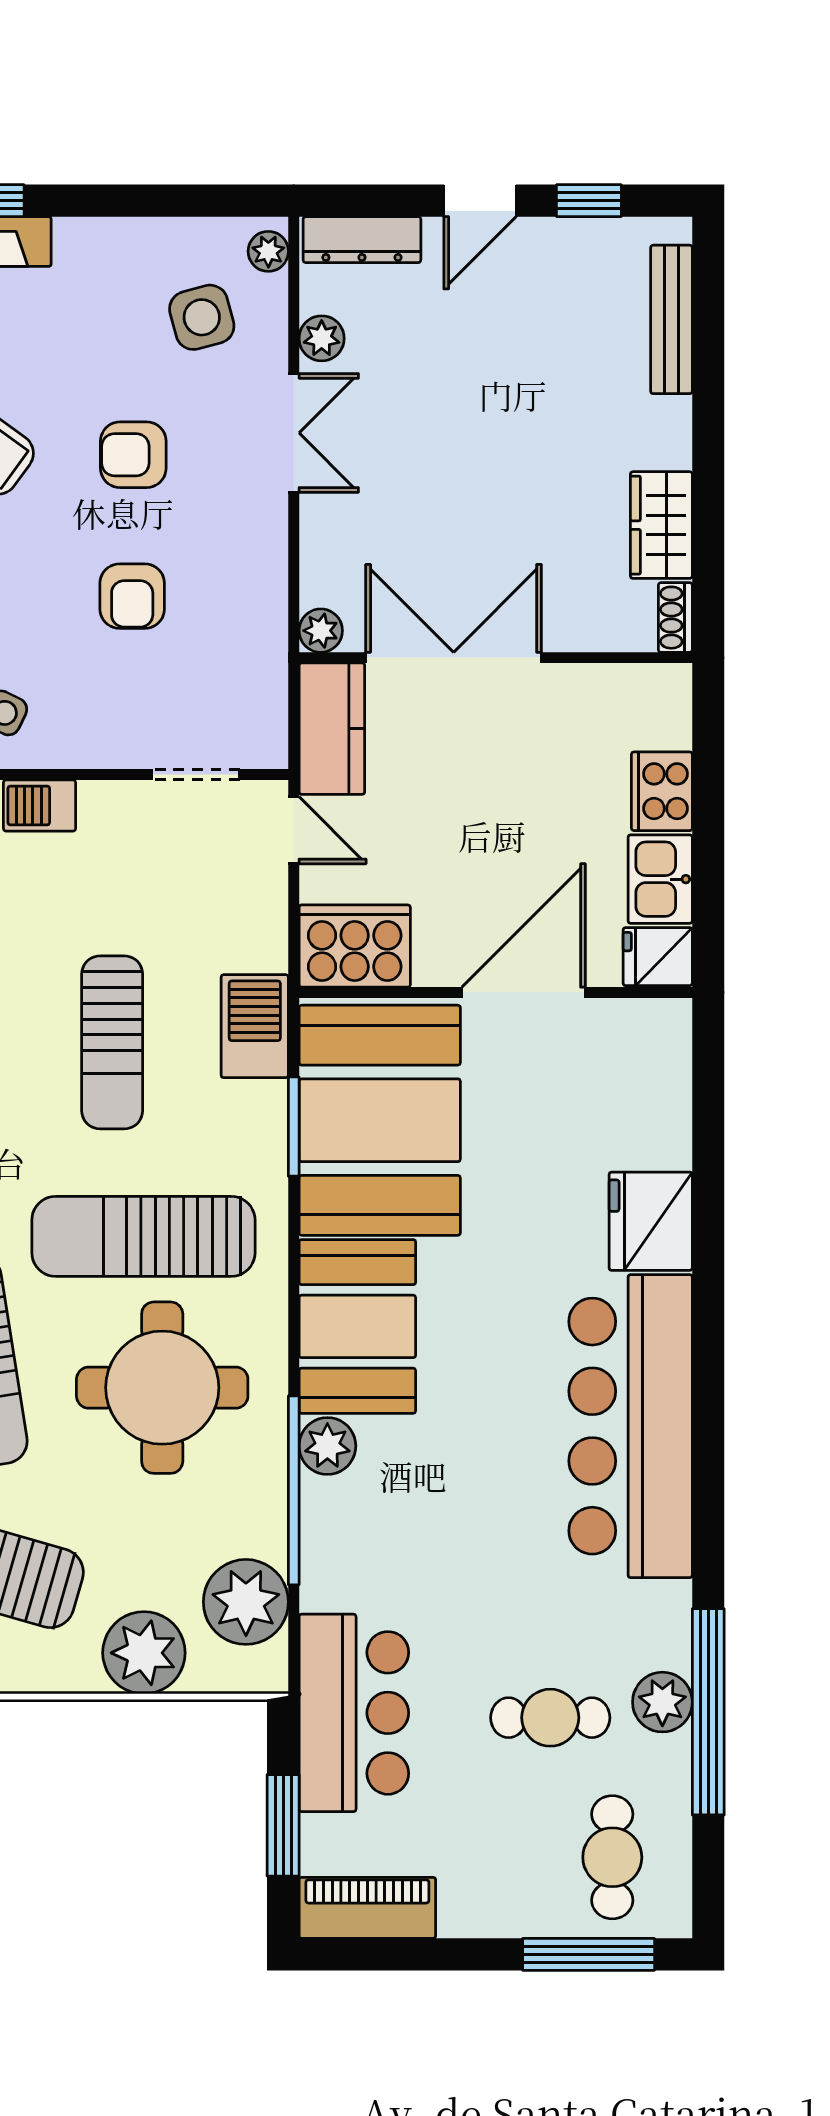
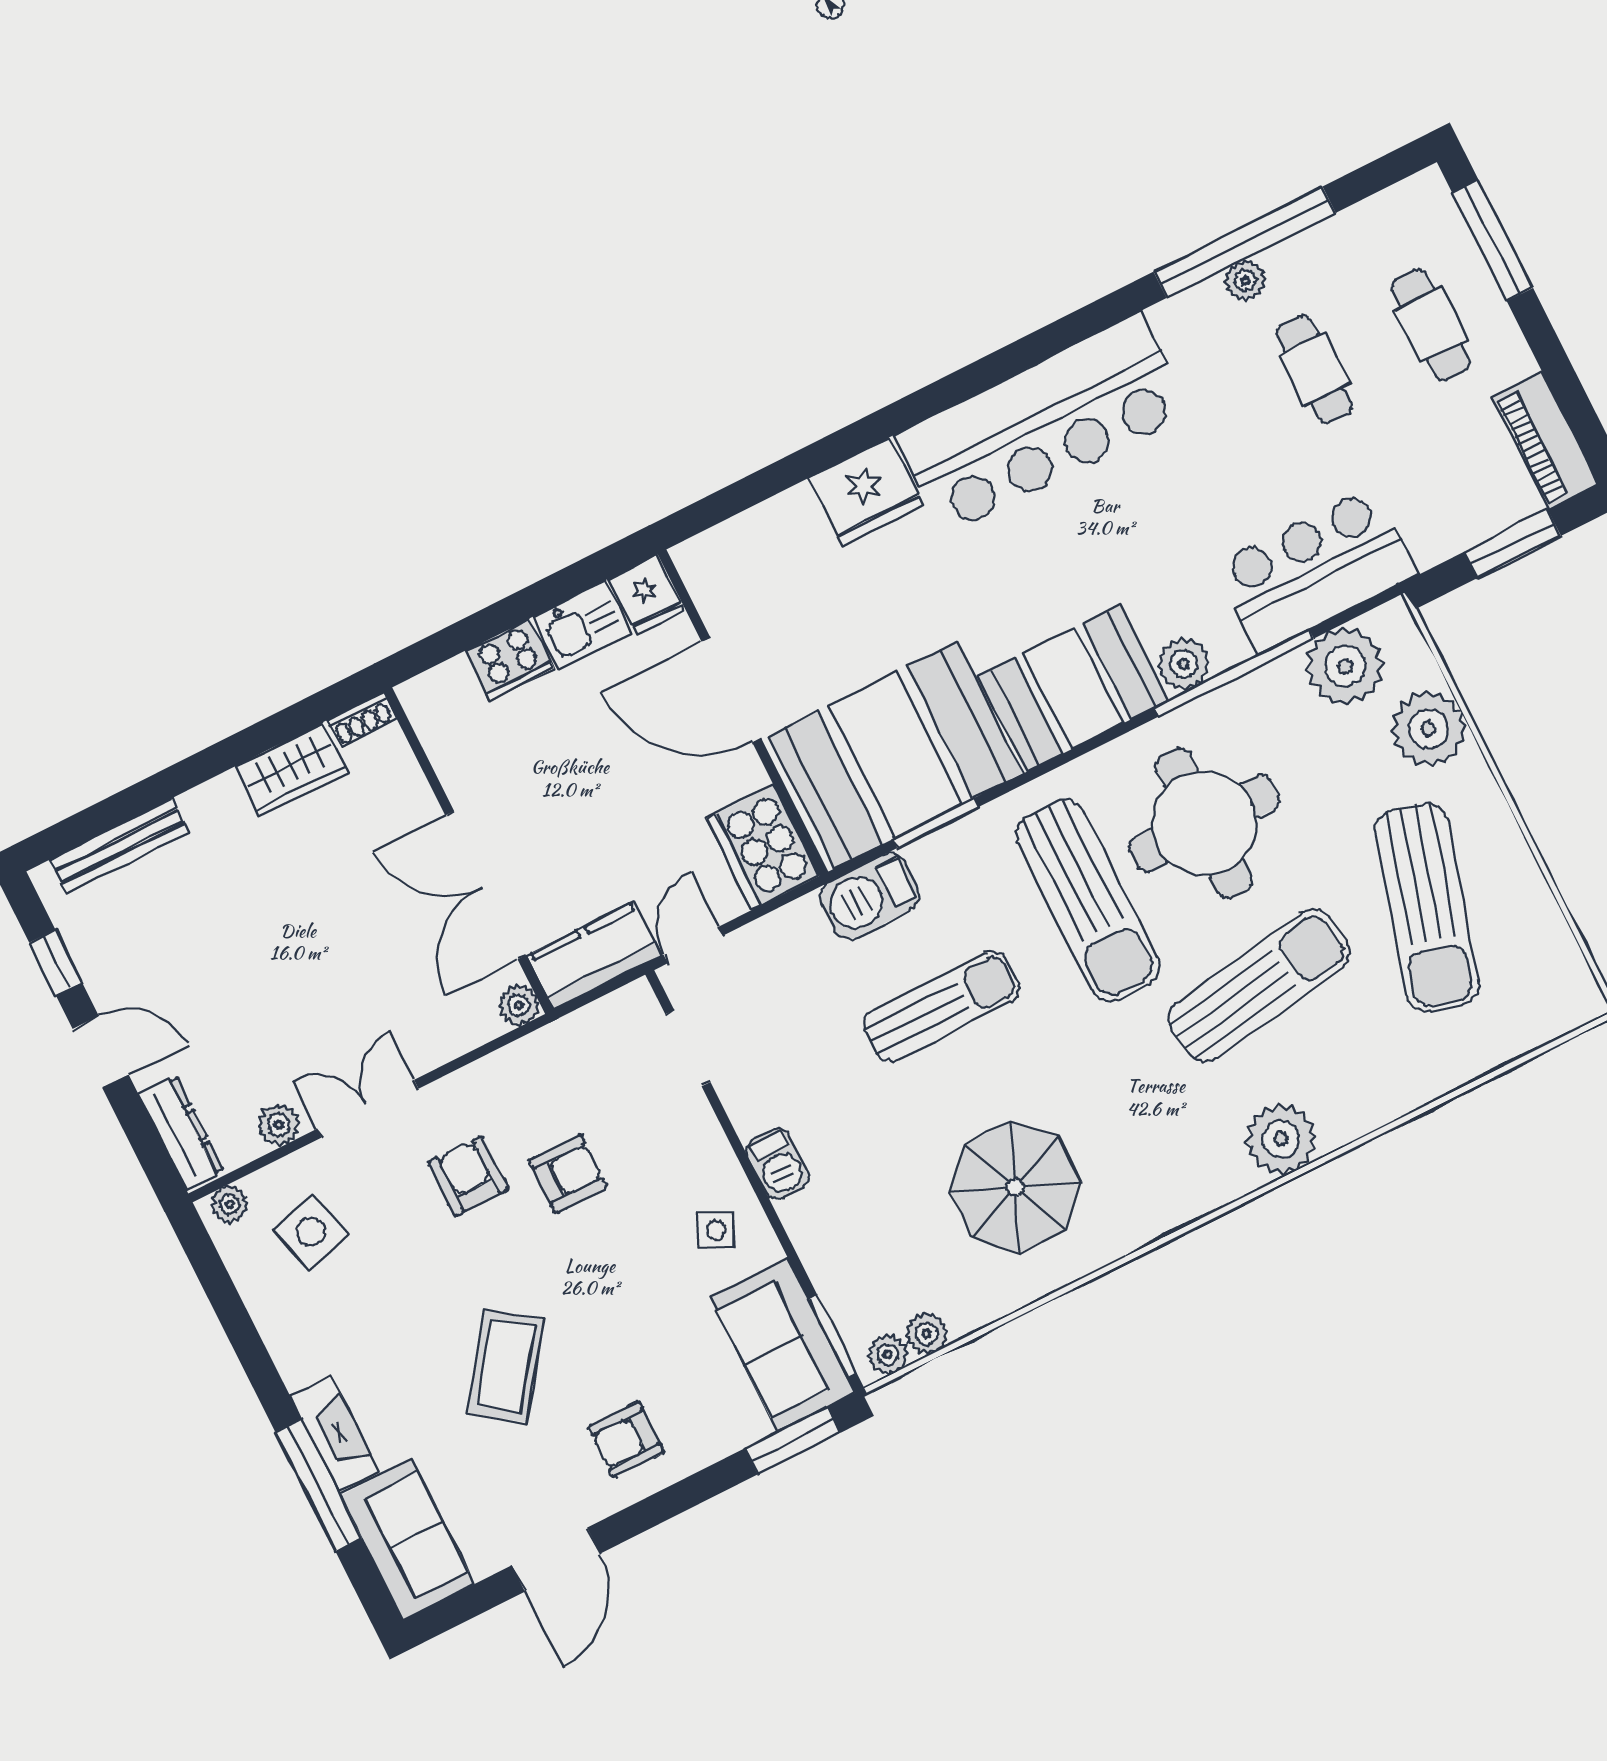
armchair: (133, 455) -> (469, 1176), moved, turned 180
plant: (662, 1702) -> (1245, 281), width x0.73, depth x0.73
bar counter: (354, 1713) -> (1316, 570), moved
cafe table: (612, 1857) -> (1431, 325), moved, turned 90

